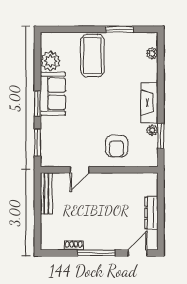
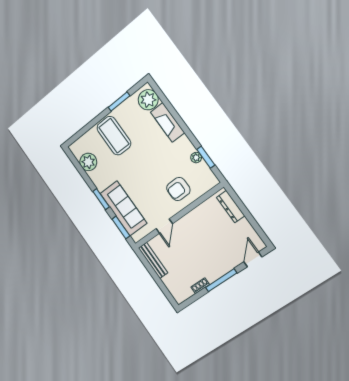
plant: (152, 53) -> (148, 100), width x1.88, depth x1.88
sofa: (53, 94) -> (123, 208), moved, width x1.36
fireplace: (149, 103) -> (167, 122), moved
armchair: (117, 146) -> (178, 189), turned 90
dresser: (151, 213) -> (231, 207), moved

